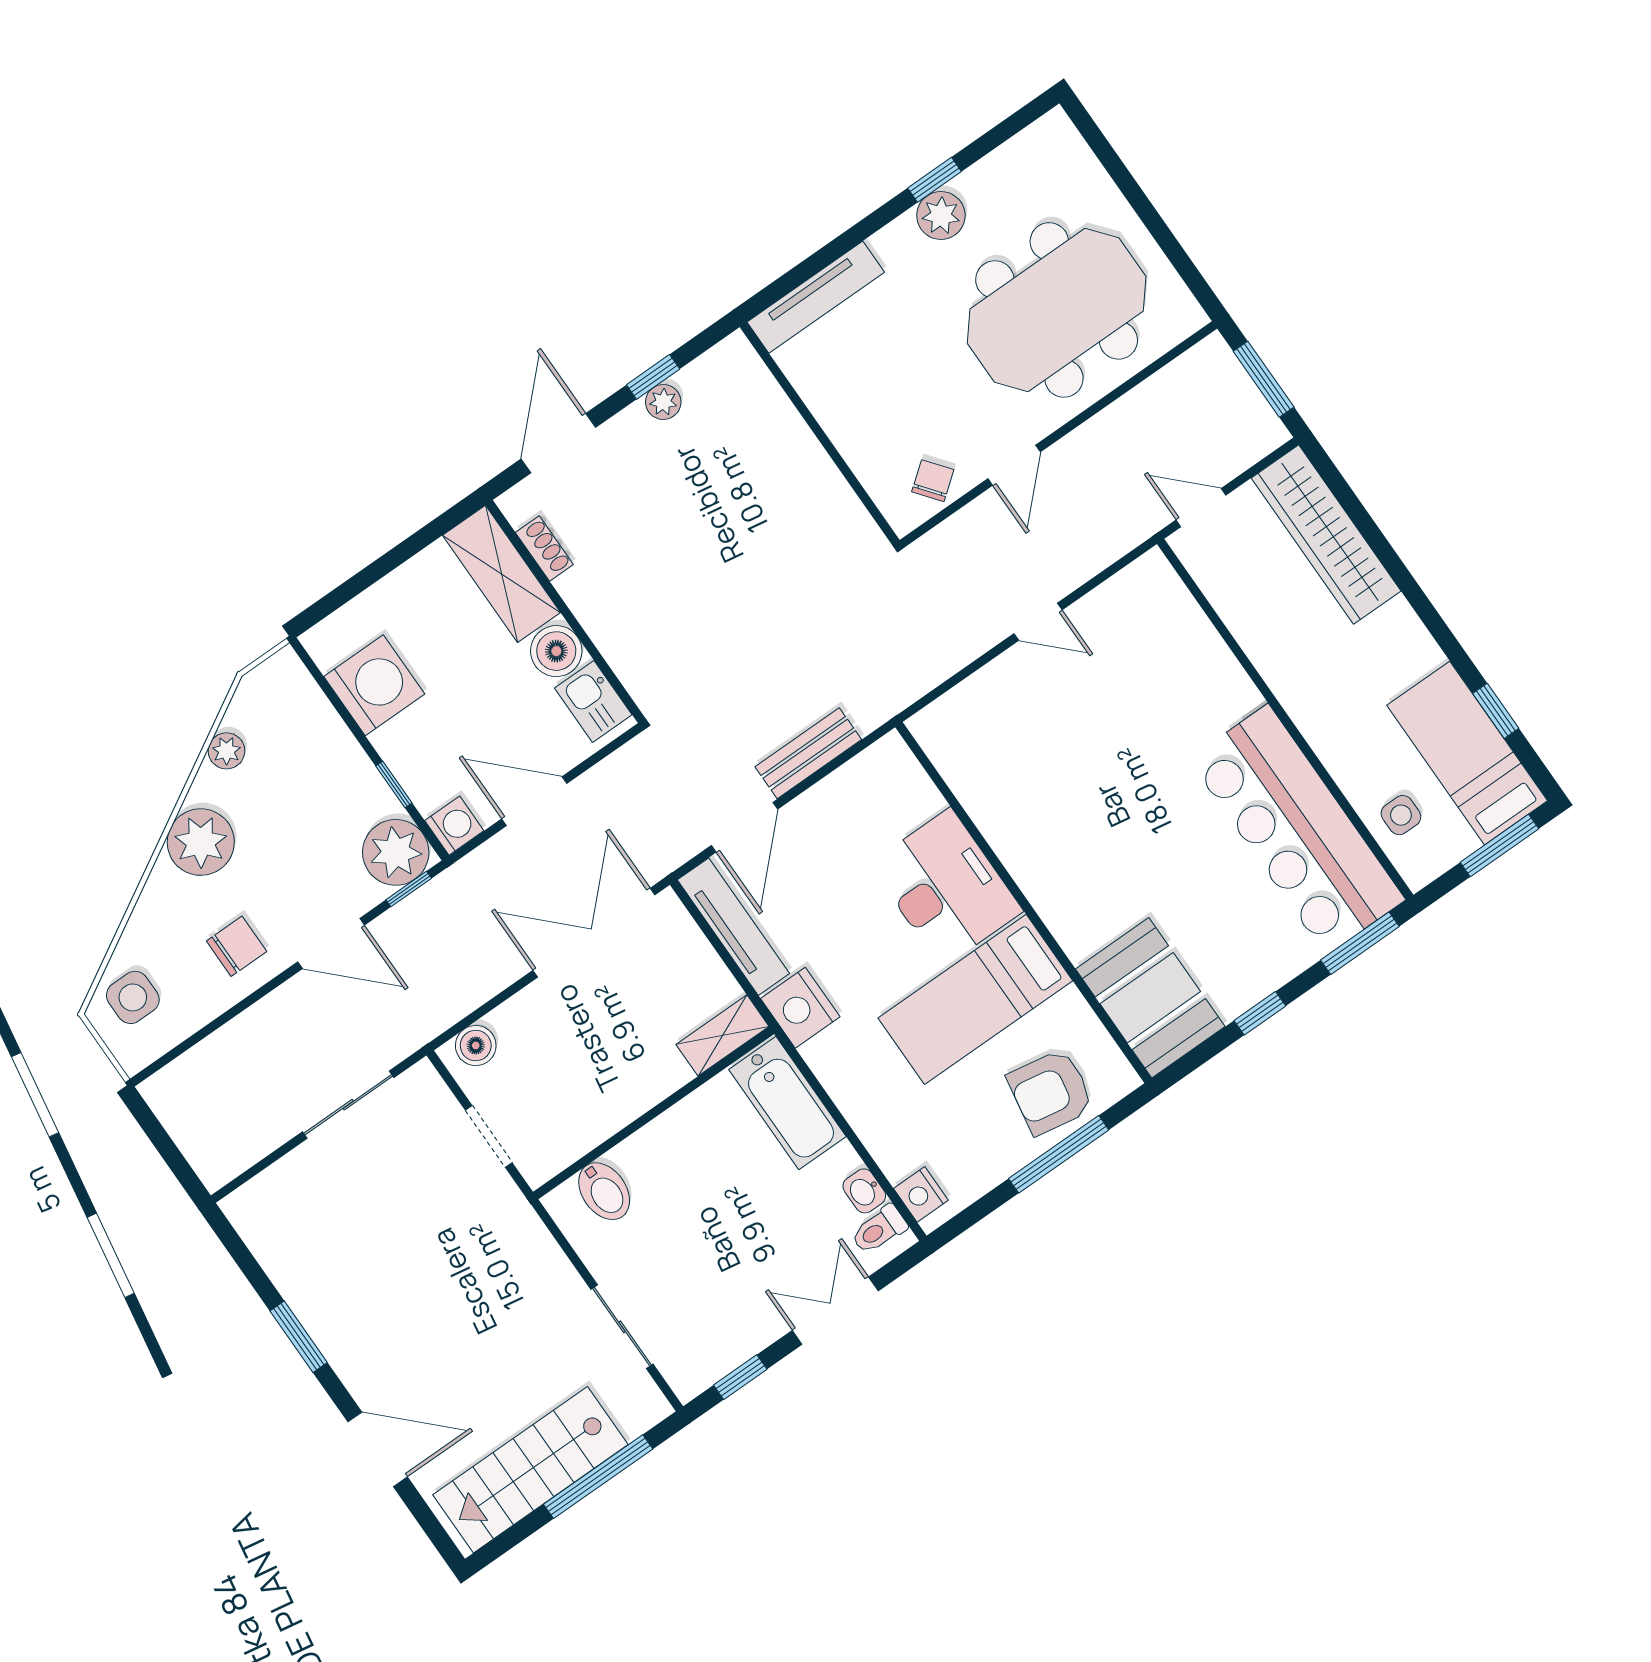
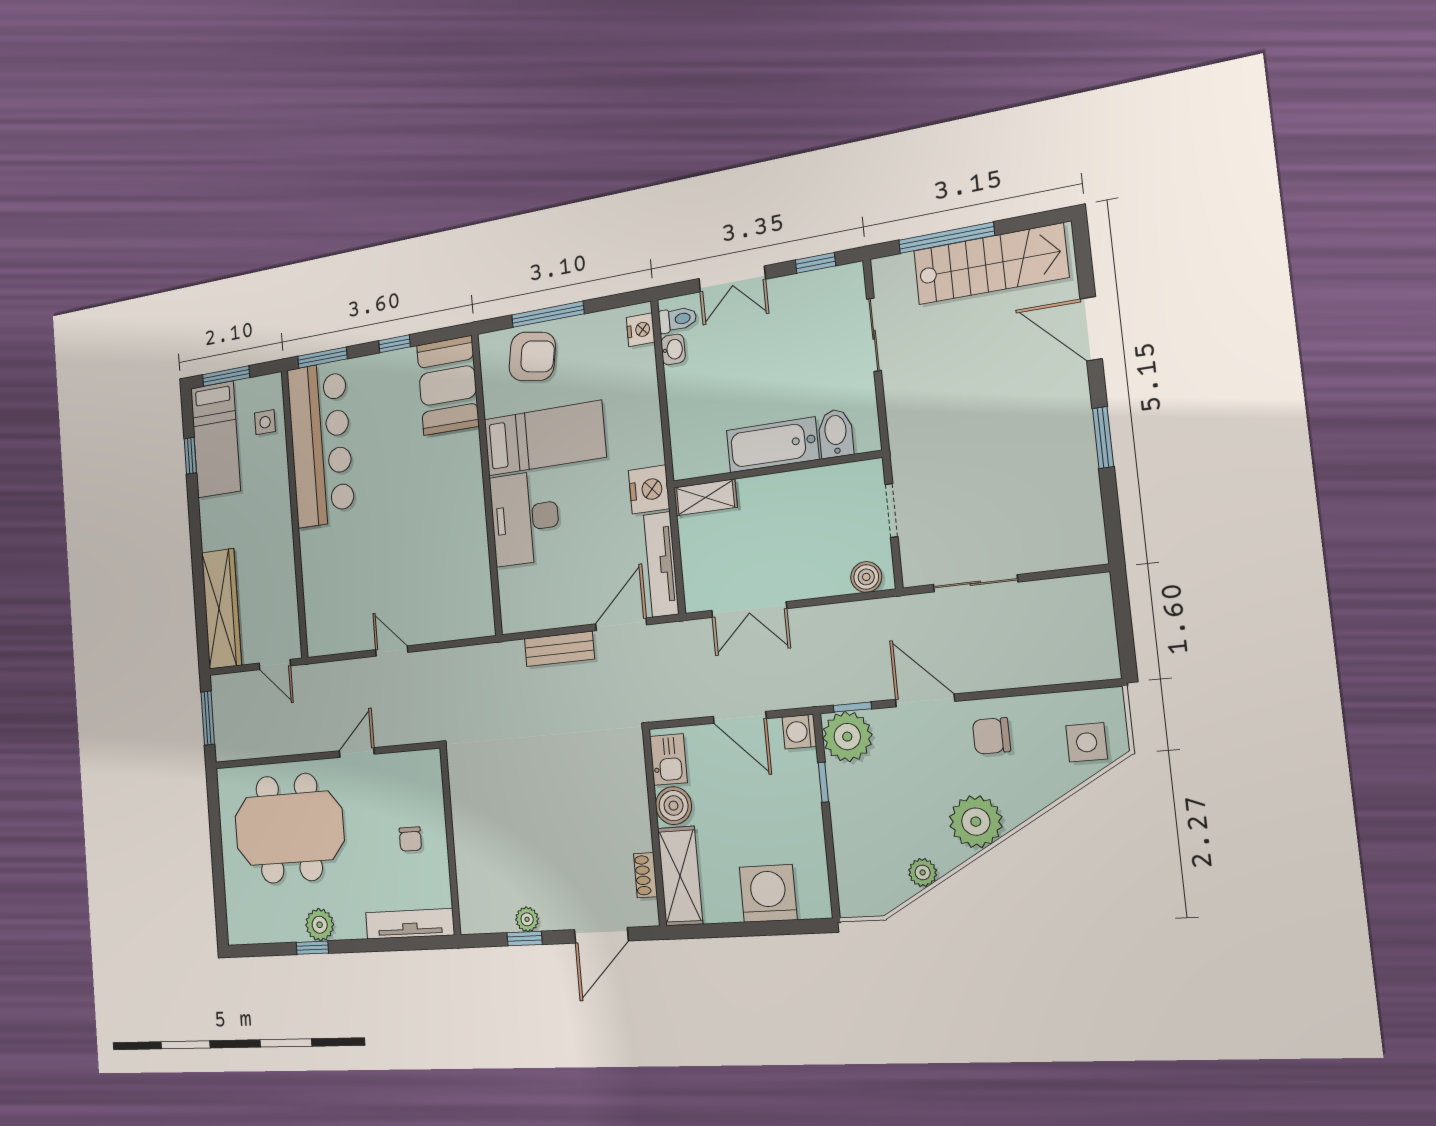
chair: (933, 481) -> (410, 839), moved, turned -52
washing machine: (374, 685) -> (768, 893), moved, turned 90
double door: (594, 933) -> (749, 610), width x0.73
bathtub: (787, 1103) -> (773, 445), moved, turned -90

